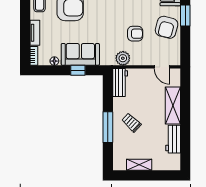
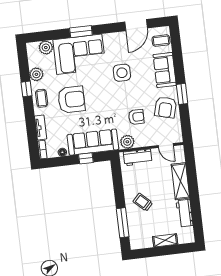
sofa: (80, 54) -> (93, 142), width x1.36
workbench: (120, 82) -> (138, 157), moved, turned 90
window: (108, 127) -> (123, 223), moved
shelving: (139, 165) -> (165, 240), moved

